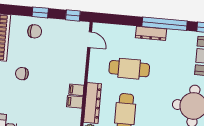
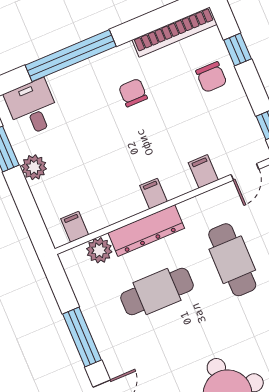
window: (40, 12) -> (238, 49), moved
filing cabinet: (75, 102) -> (203, 171), moved

